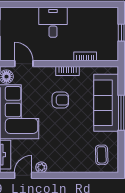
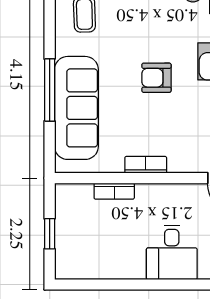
armchair: (60, 100) -> (156, 78), moved

